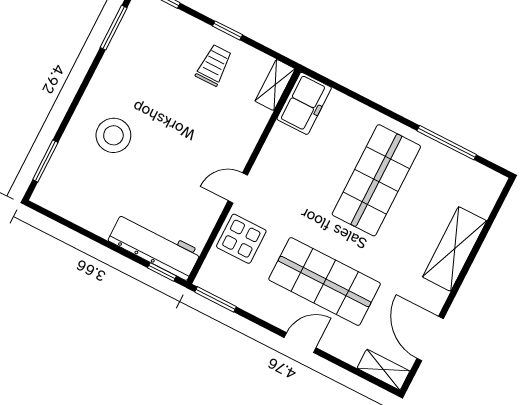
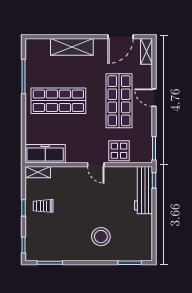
freezer: (304, 103) -> (45, 154), width x1.40

